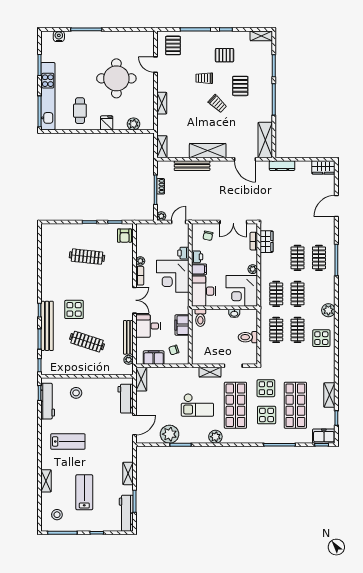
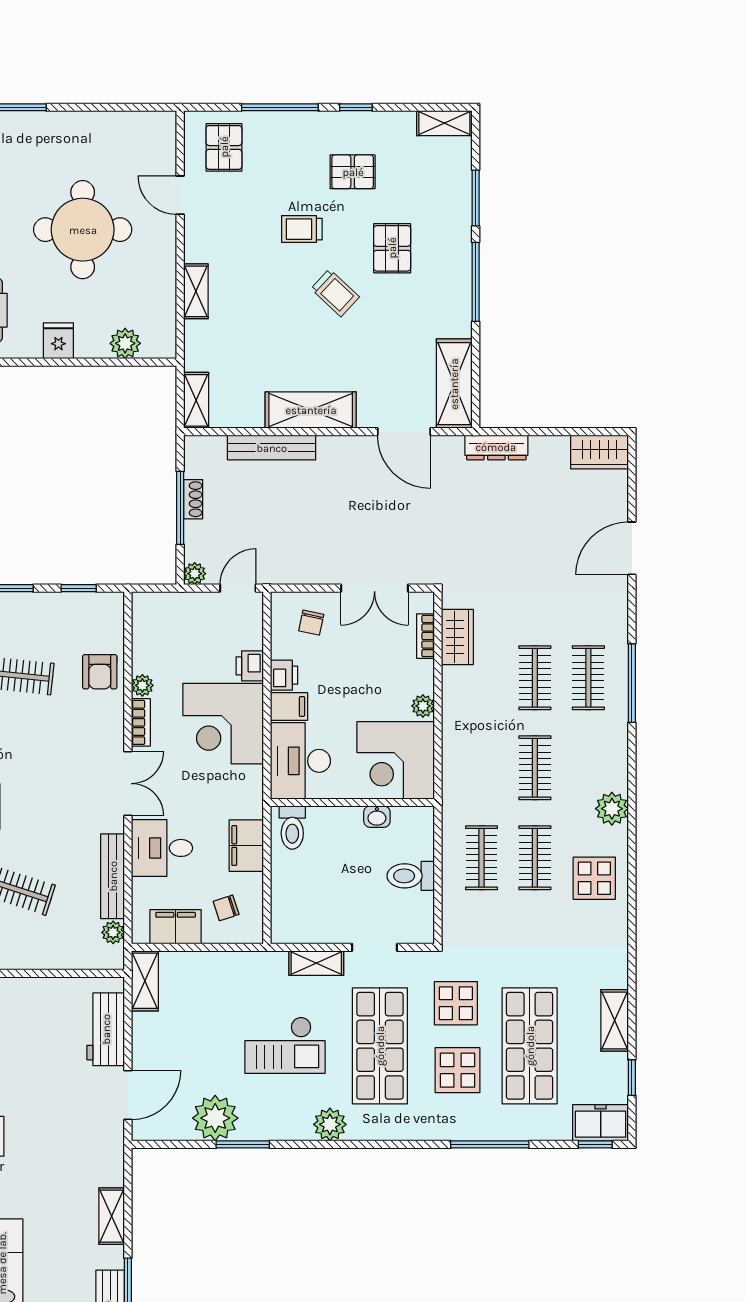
armchair: (125, 236) -> (100, 672), moved
clothes rail: (276, 294) -> (481, 768), removed

